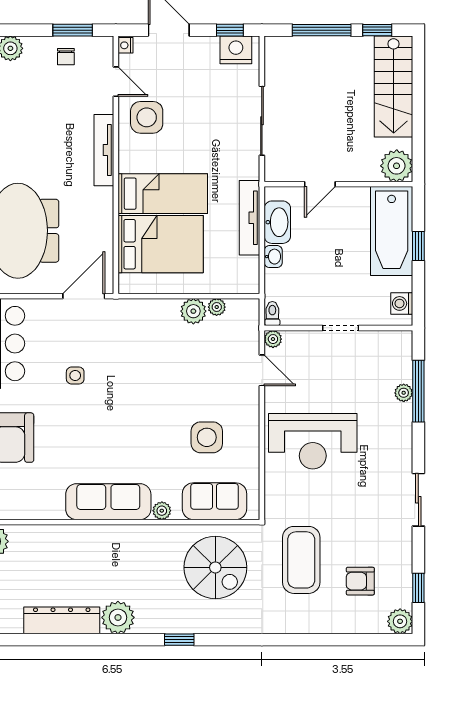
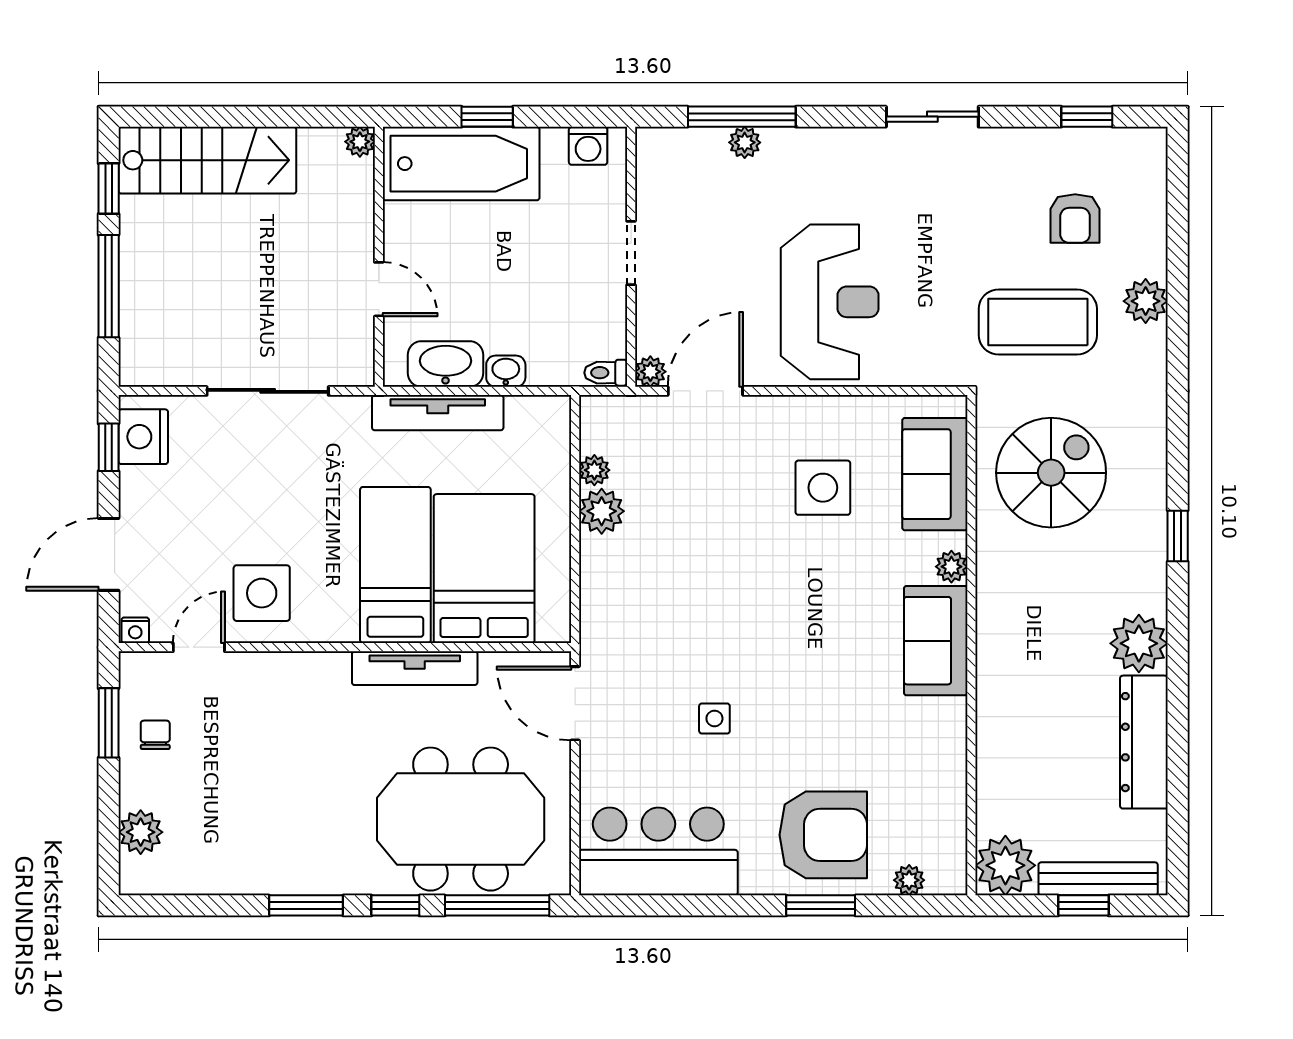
chair: (66, 57) -> (155, 735), turned -90
tv unit: (104, 150) -> (415, 668), moved
plant: (397, 166) -> (360, 142), width x0.53, depth x0.53
door: (262, 370) -> (705, 391), width x1.38
sofa: (108, 502) -> (936, 641), width x0.73
plant: (400, 621) -> (1146, 301), moved

